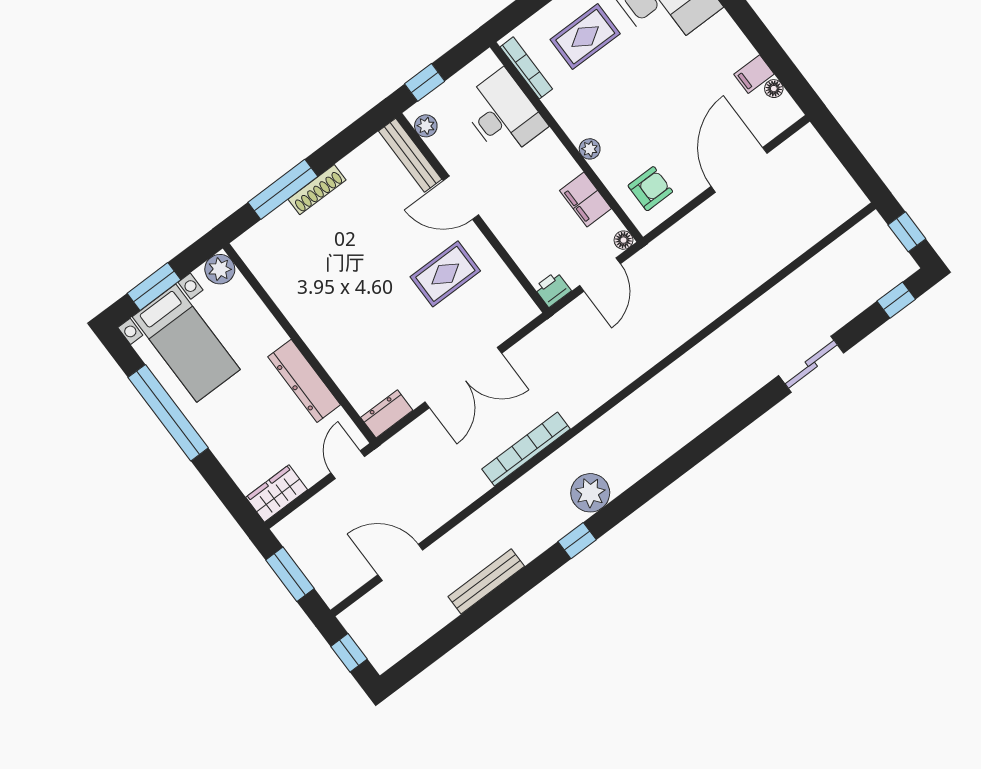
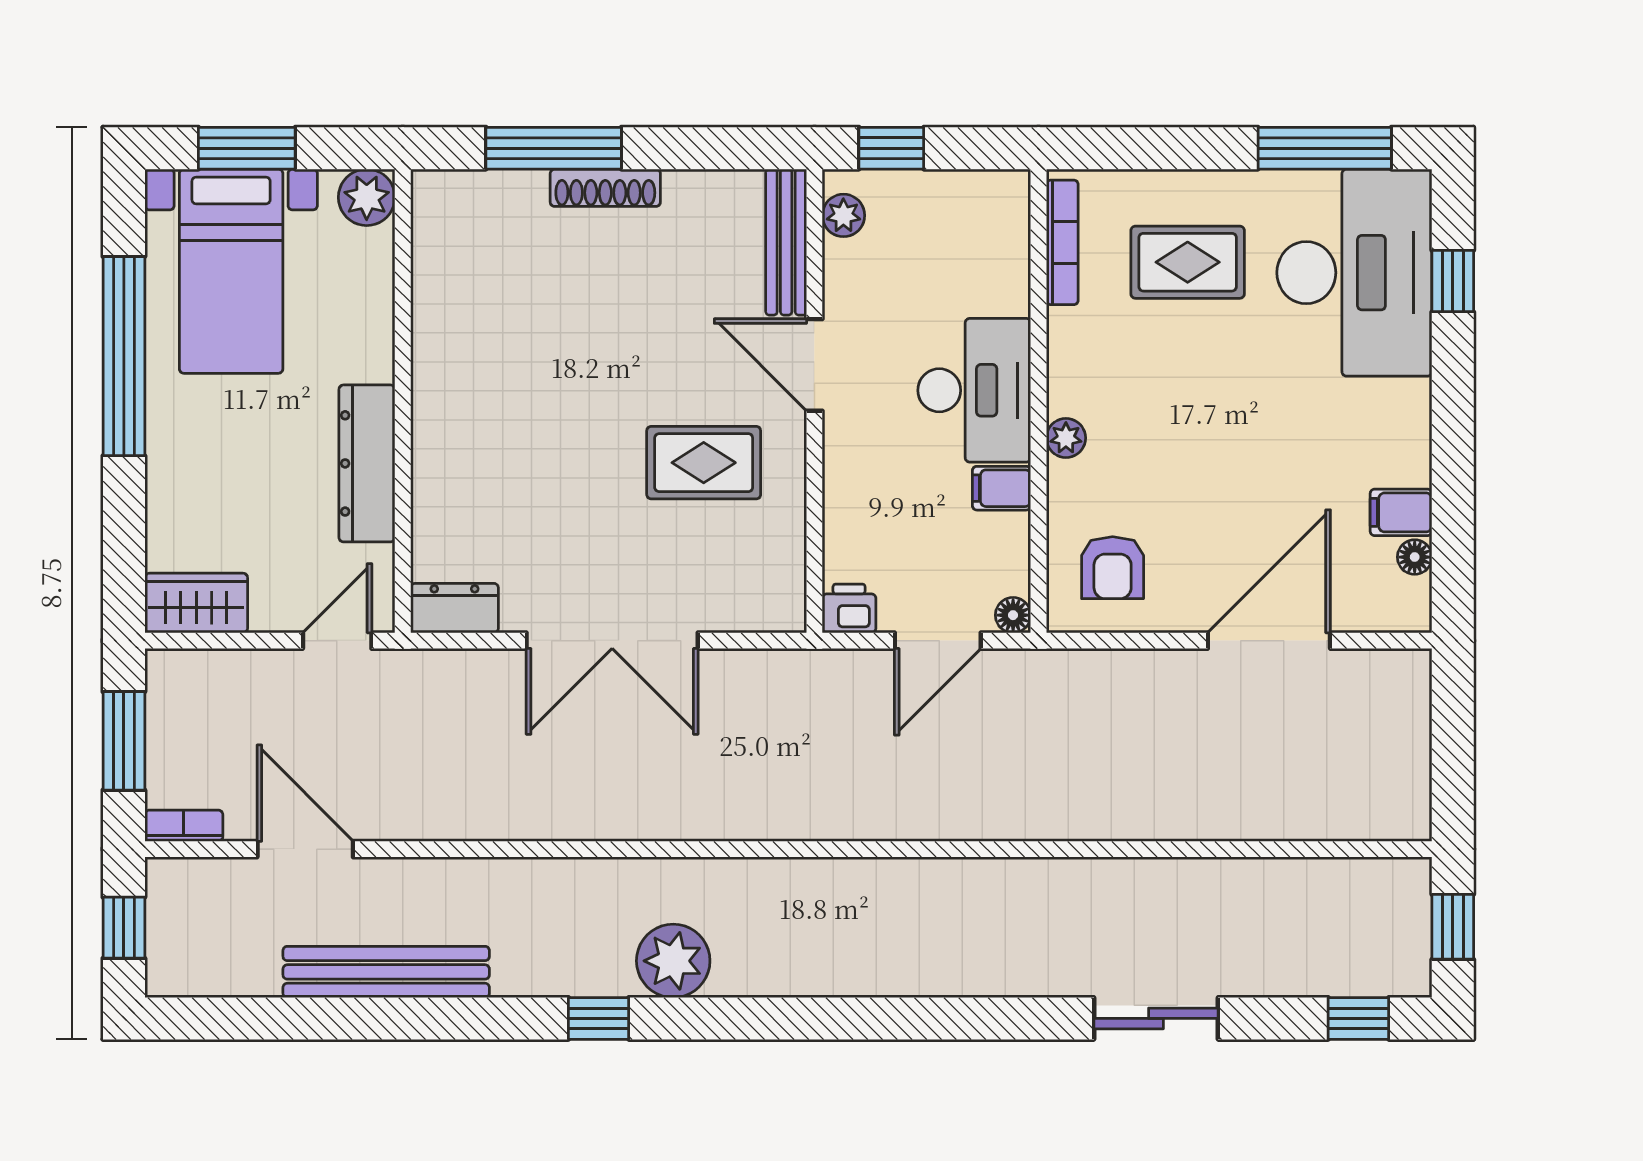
desk: (503, 114) -> (974, 390), moved
armchair: (650, 189) -> (1113, 568), turned 90
filing cabinet: (585, 200) -> (1001, 488), width x0.50
bookcase: (526, 449) -> (184, 826), moved, width x0.43, depth x0.76
bench: (486, 581) -> (386, 972), width x1.37, depth x1.21

